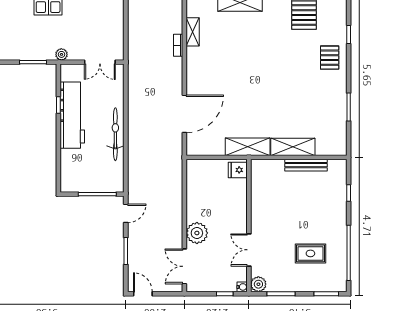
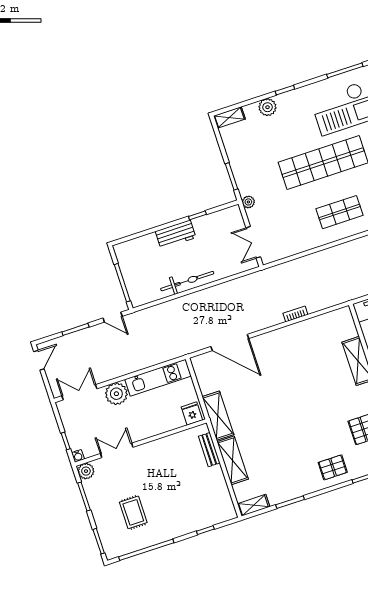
shelving: (193, 32) -> (254, 505), moved
workbench: (72, 115) -> (176, 234), width x0.53, depth x0.76
bench: (306, 165) -> (209, 450), moved, width x0.73
kitchen unit: (195, 190) -> (158, 378), added

